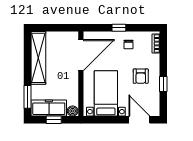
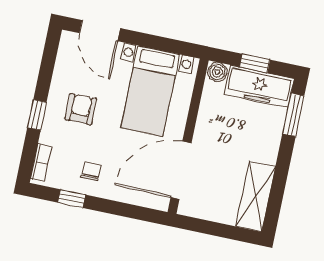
window: (119, 28) -> (72, 199), moved
shelving: (38, 58) -> (256, 196), width x0.68
window: (163, 84) -> (37, 115), moved

